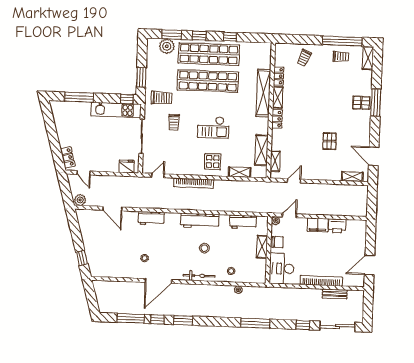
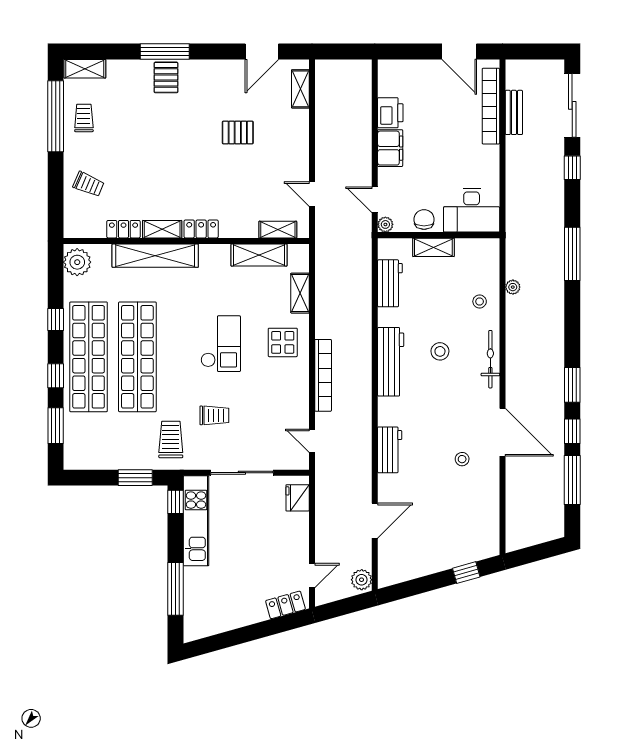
plant: (167, 46) -> (77, 262), moved
bookcase: (321, 281) -> (491, 106), moved

